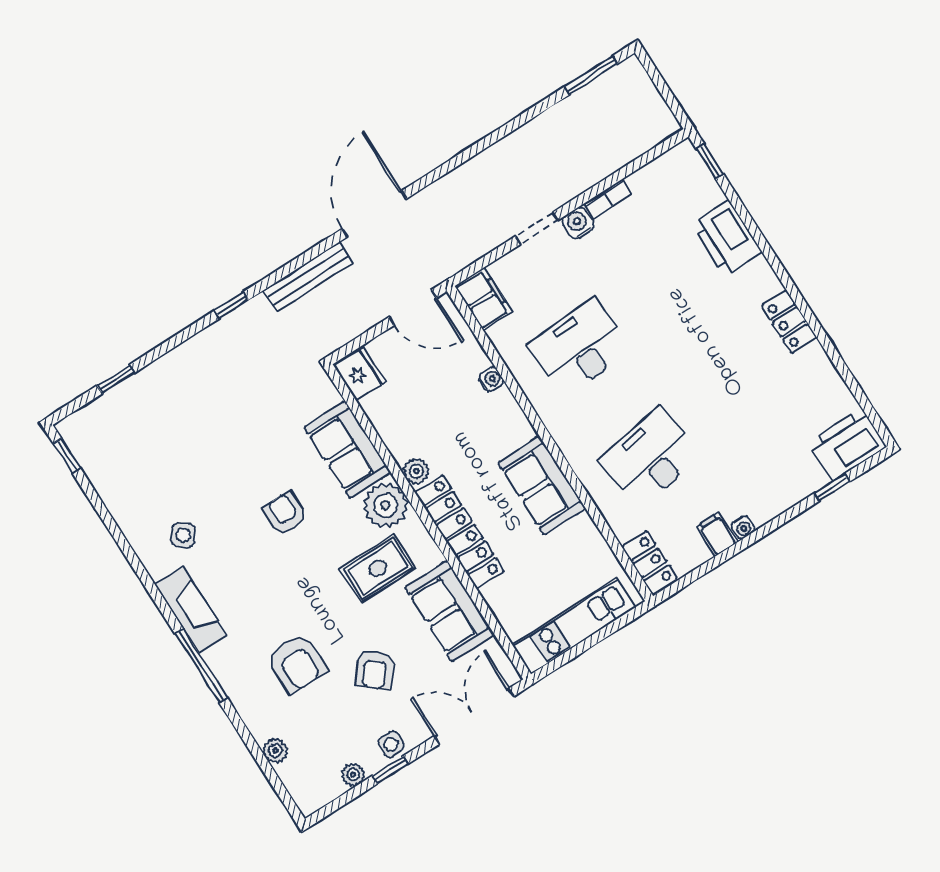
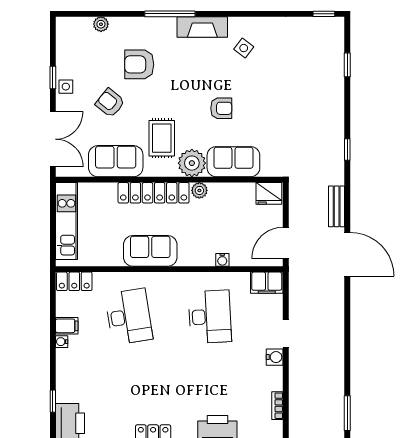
bookcase: (608, 199) -> (277, 406), moved
bench: (308, 277) -> (337, 206), width x0.73
plant: (353, 775) -> (63, 57), removed

